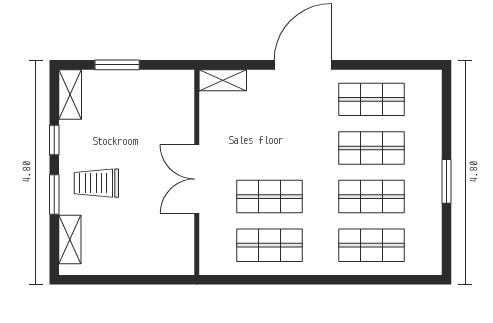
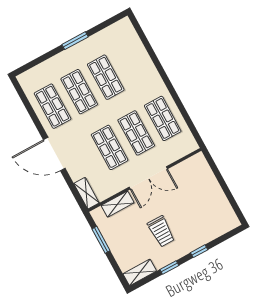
window: (117, 65) -> (101, 240), moved
trolley: (96, 183) -> (161, 231), moved
window: (54, 194) -> (199, 251), width x0.67
shelving: (70, 239) -> (118, 204), moved
shop shelf: (371, 245) -> (110, 147), moved

